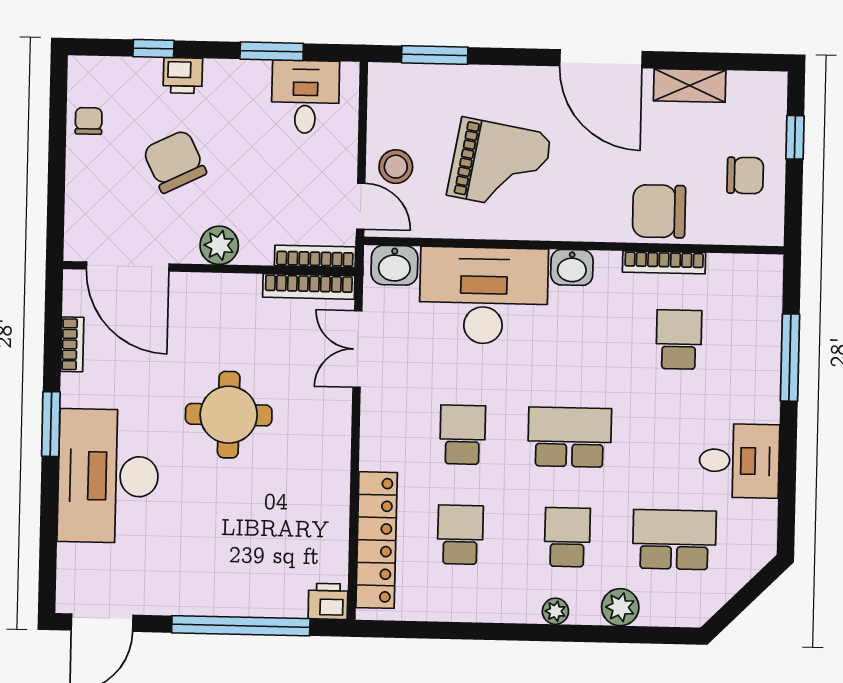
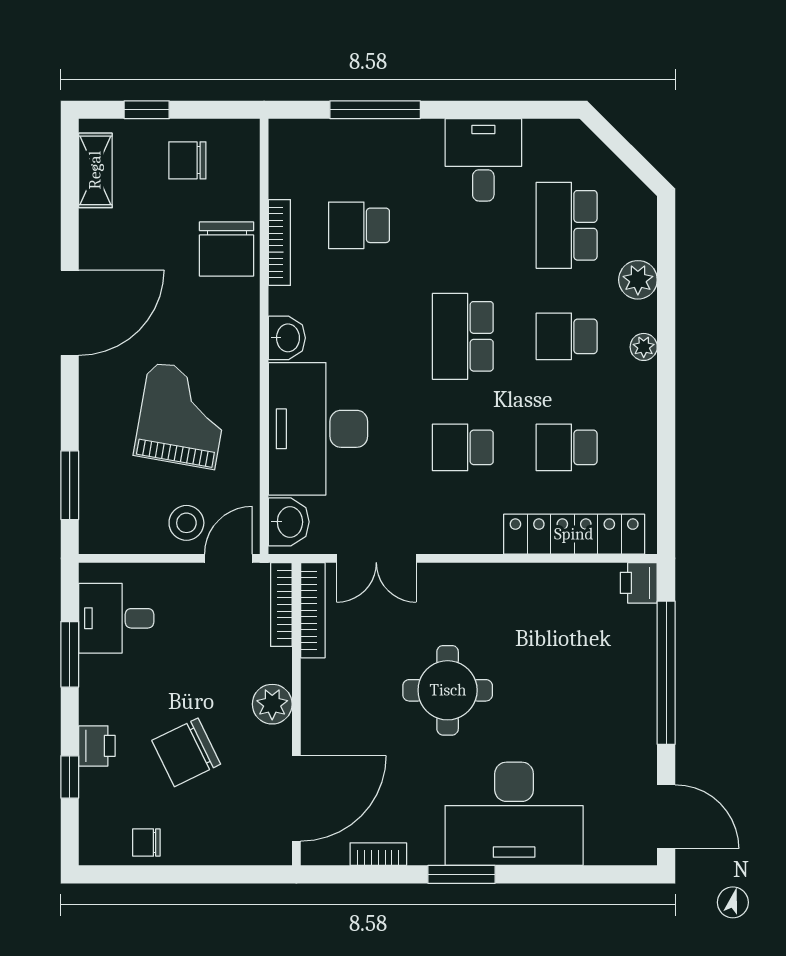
shelving: (690, 86) -> (95, 170), moved
chair: (745, 175) -> (187, 160), turned -90

